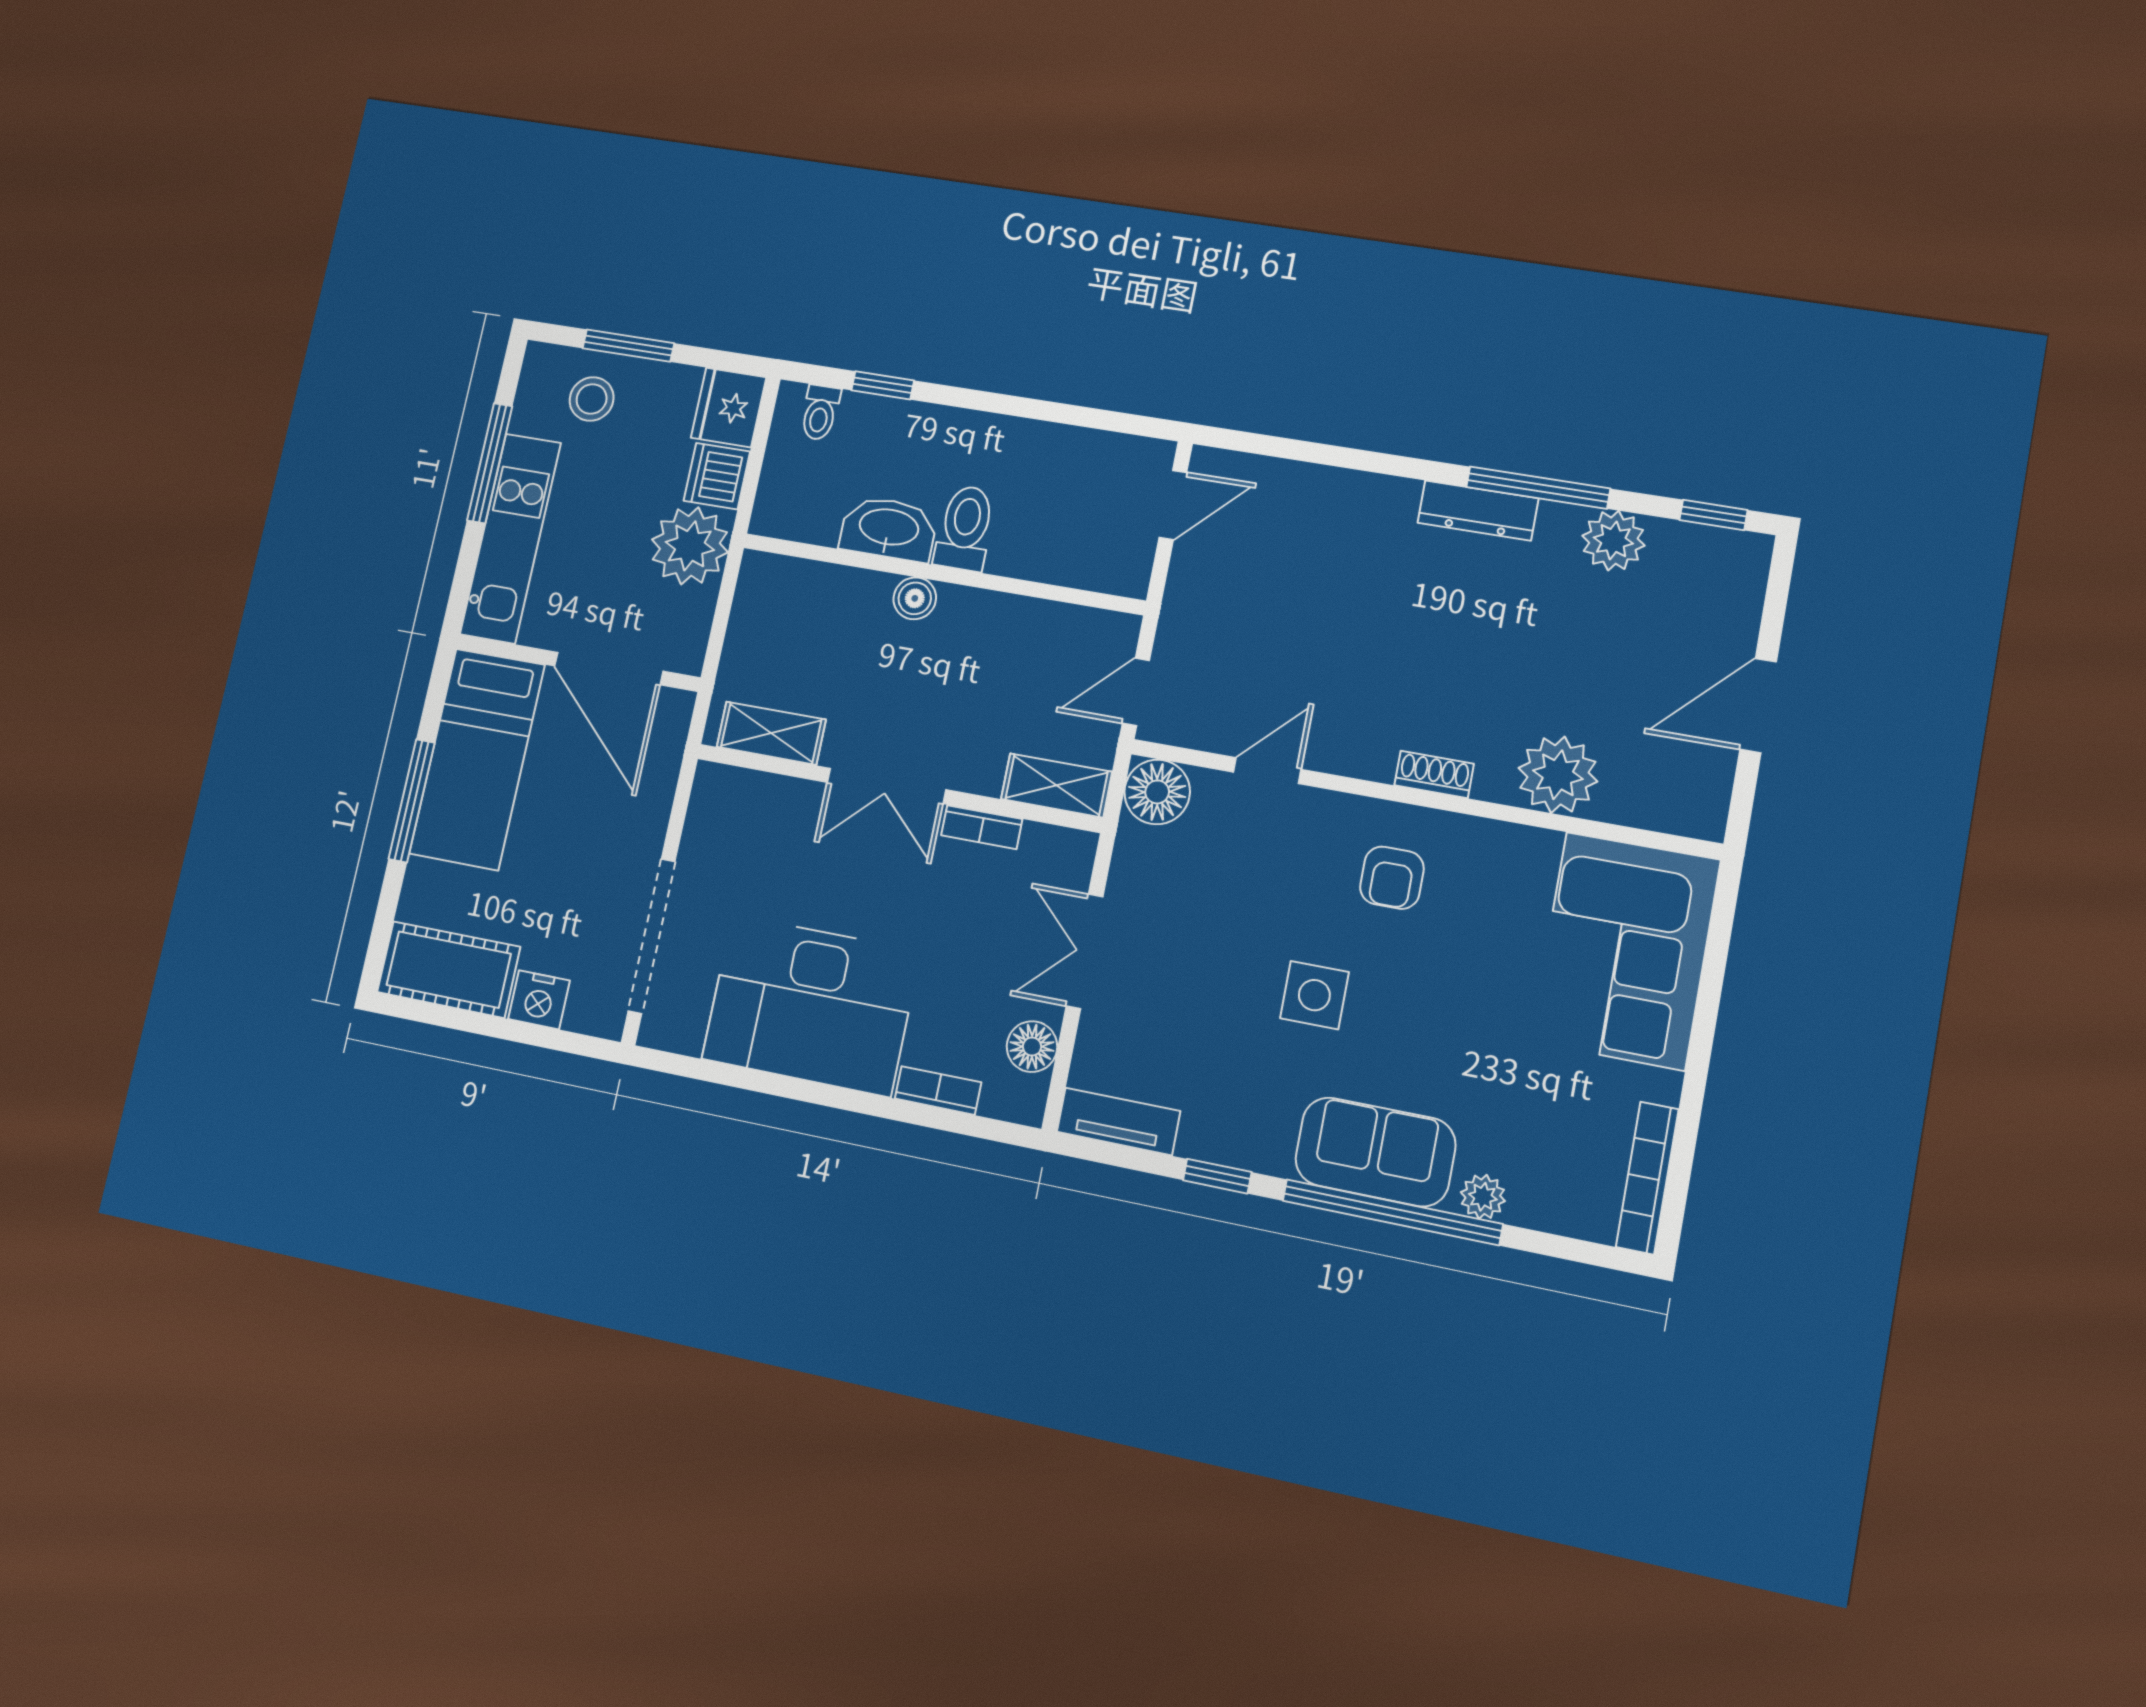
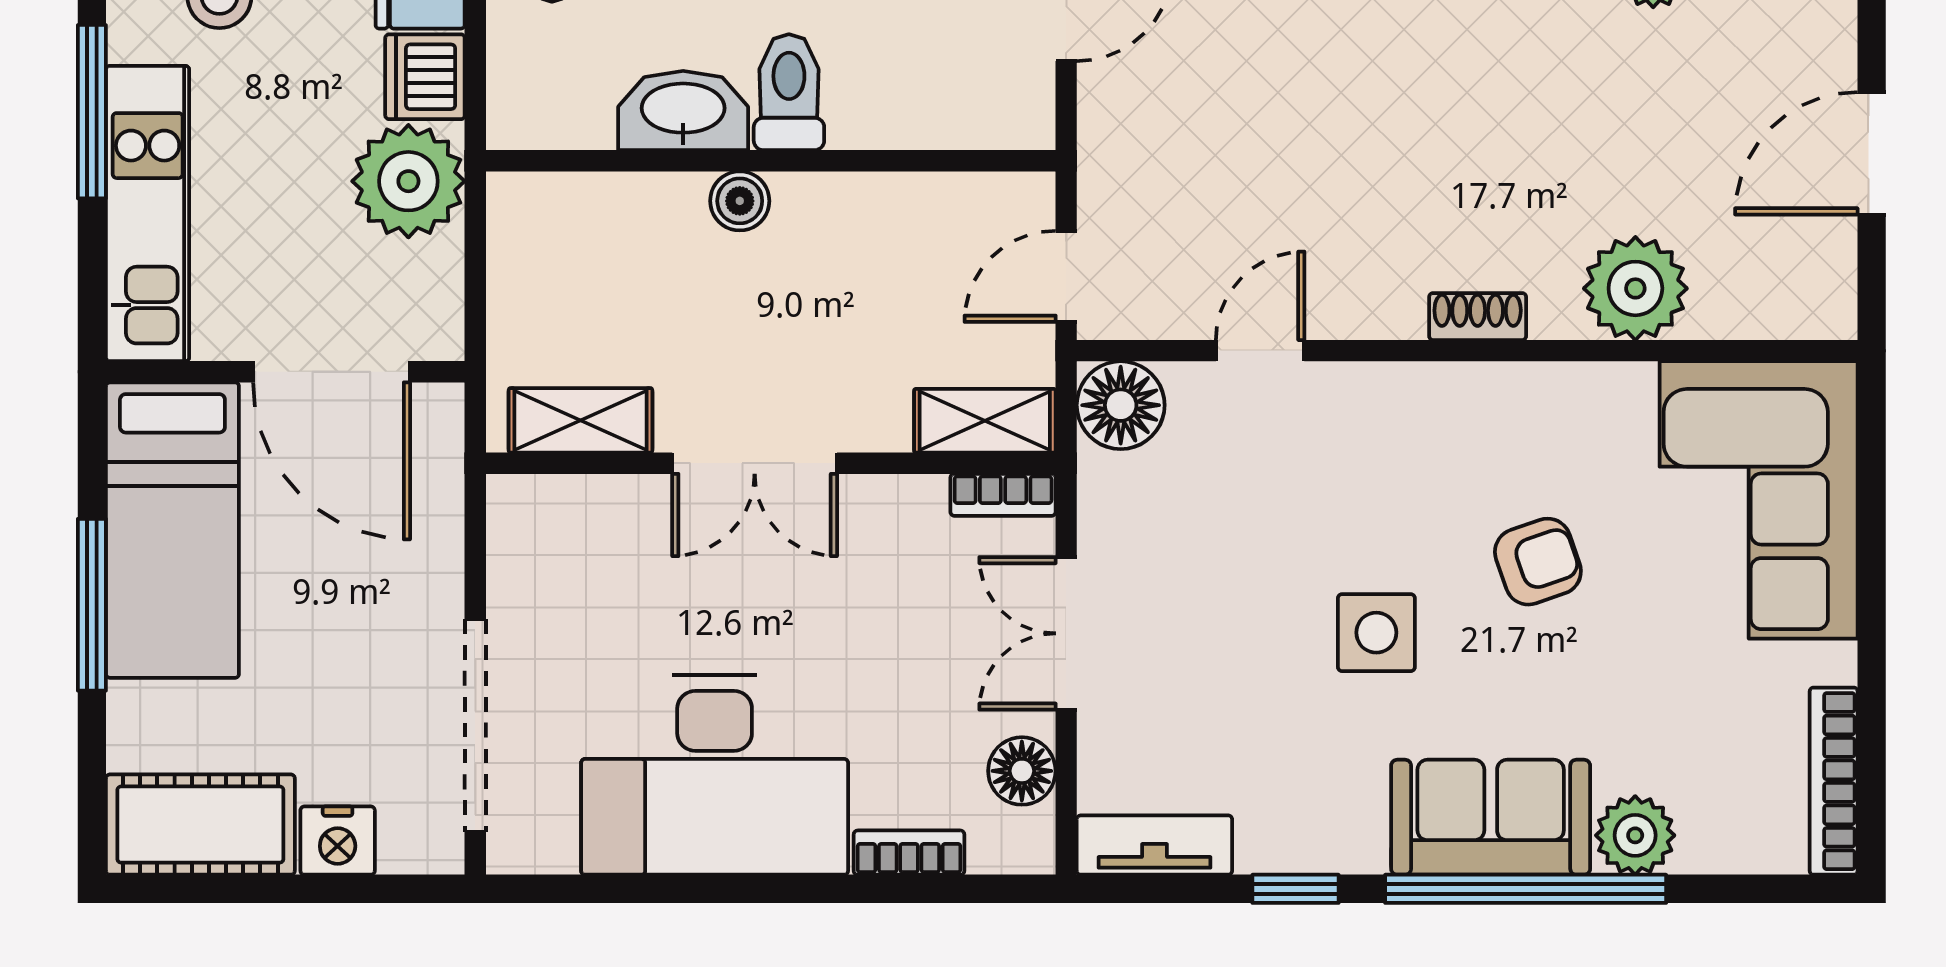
bookcase: (982, 827) -> (1003, 495), moved
armchair: (1392, 878) -> (1538, 562), moved, turned -109
plant: (1483, 1197) -> (1635, 835), width x1.38, depth x1.38

